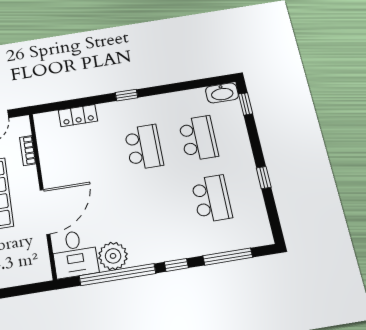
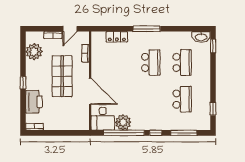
window: (126, 95) -> (147, 29), width x2.17
window: (264, 178) -> (213, 109), moved
door: (45, 212) -> (90, 91), hinge flipped

